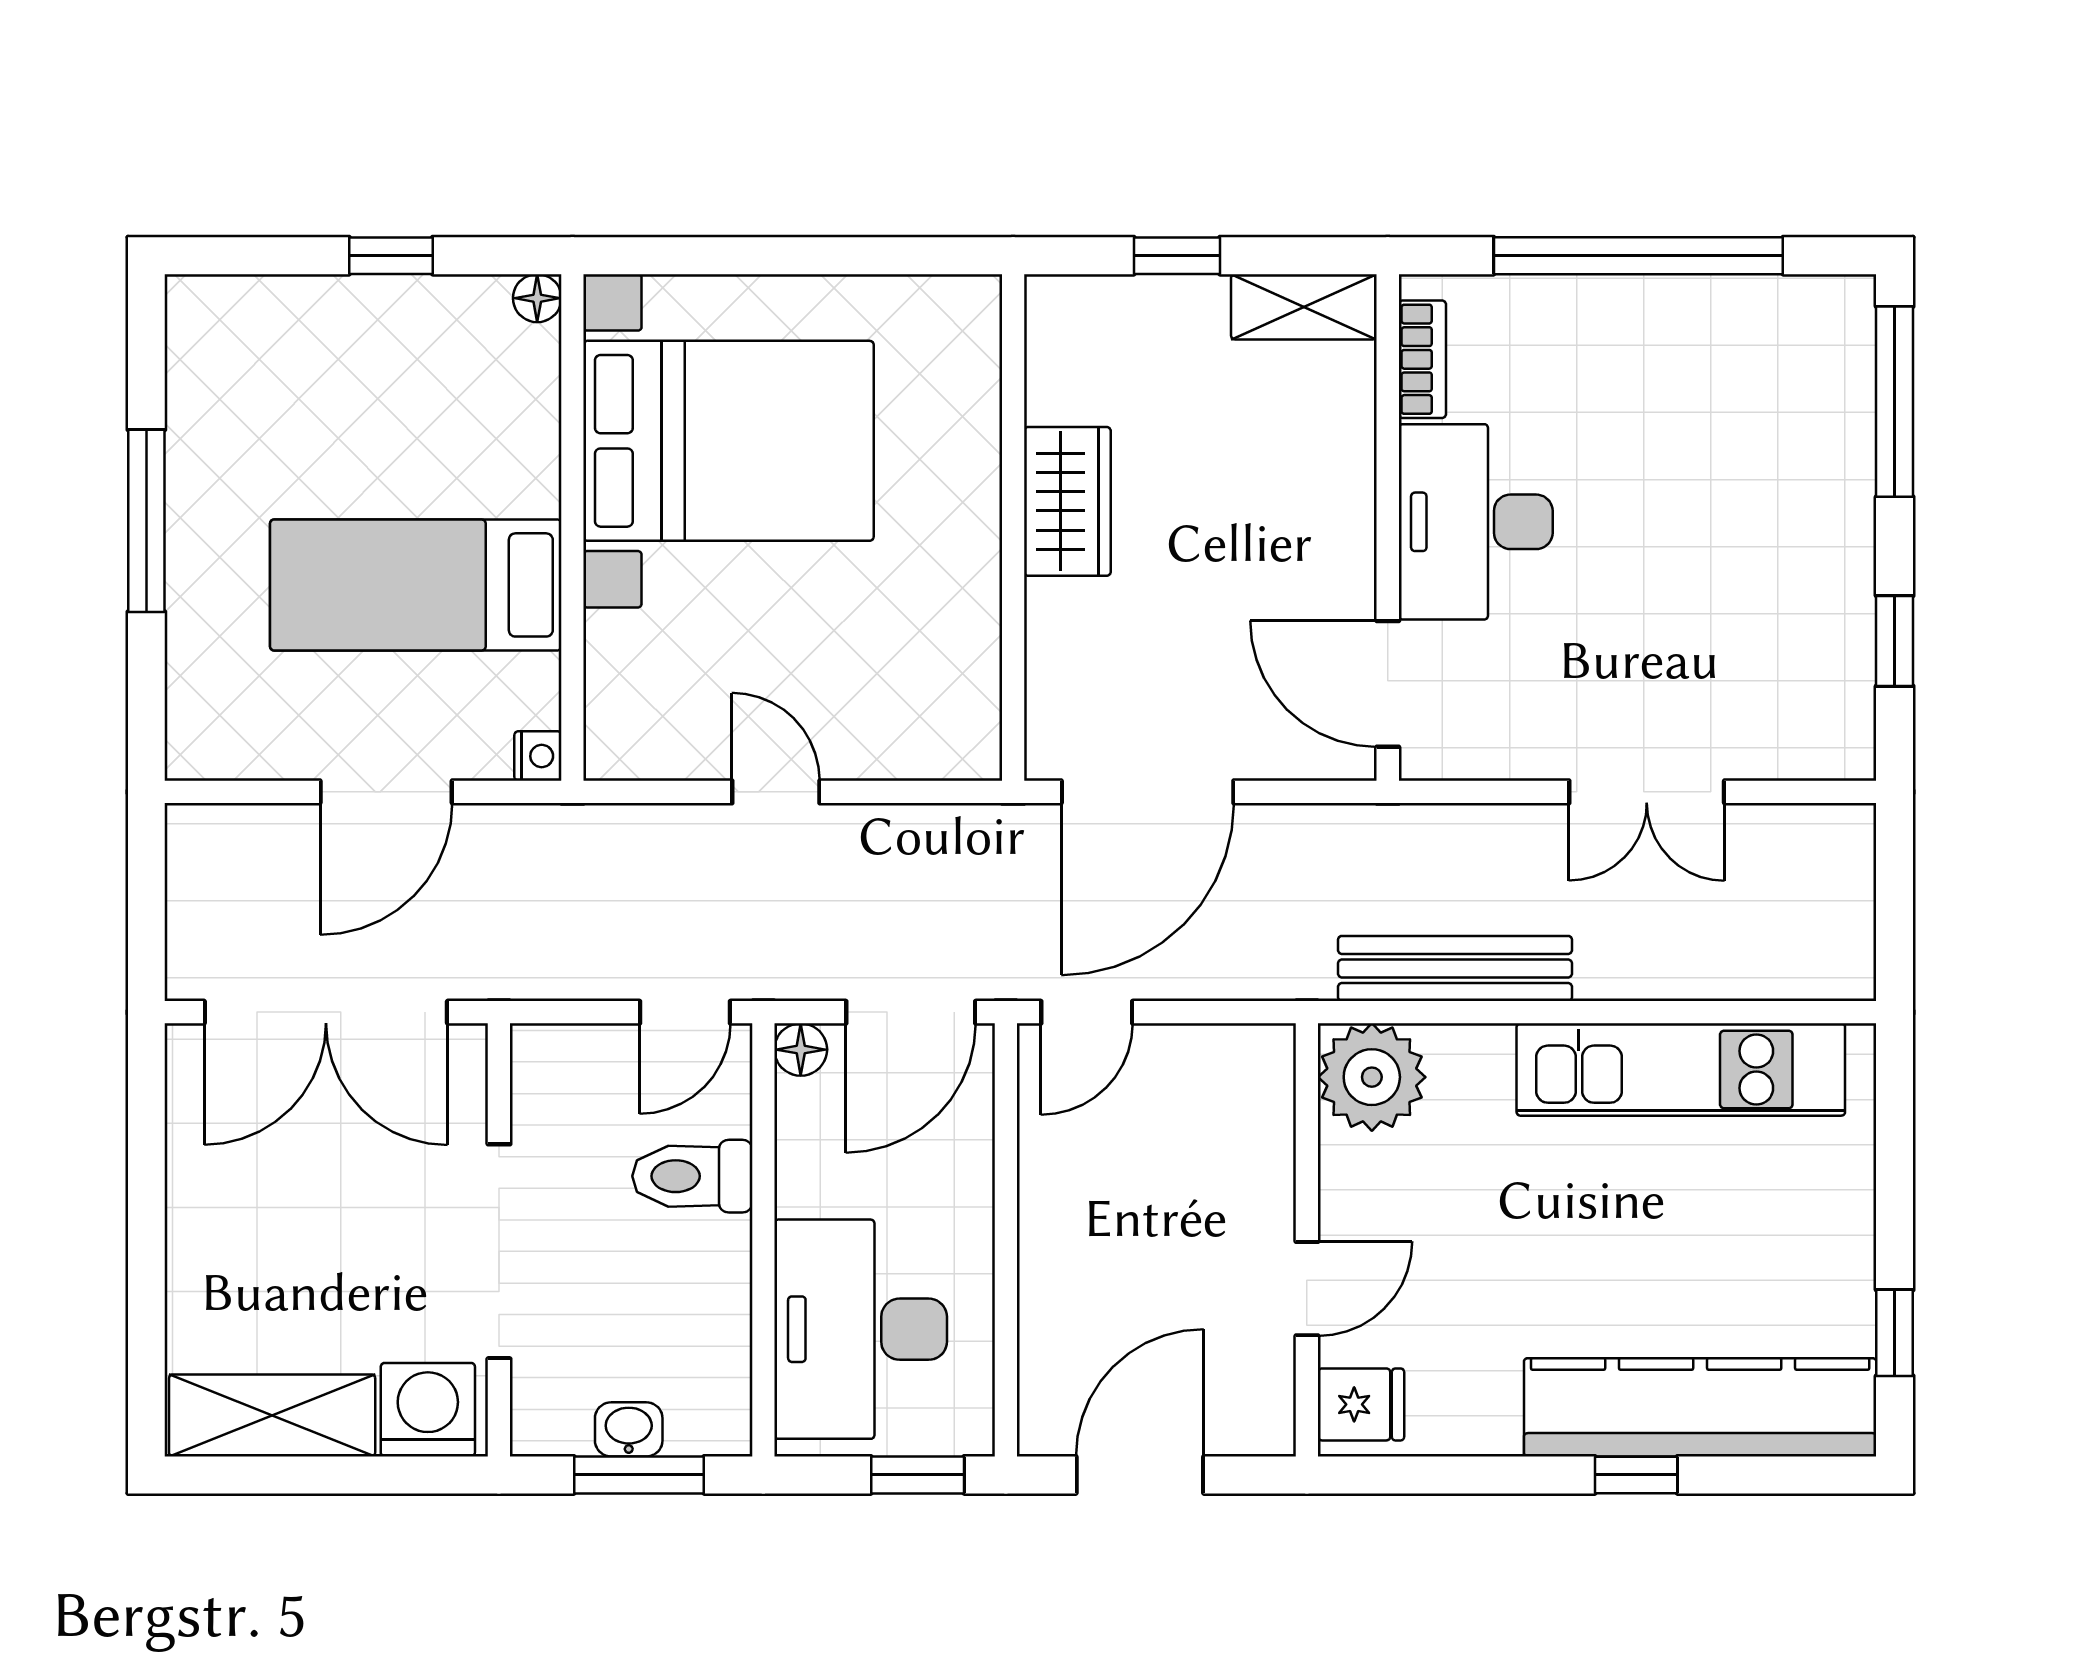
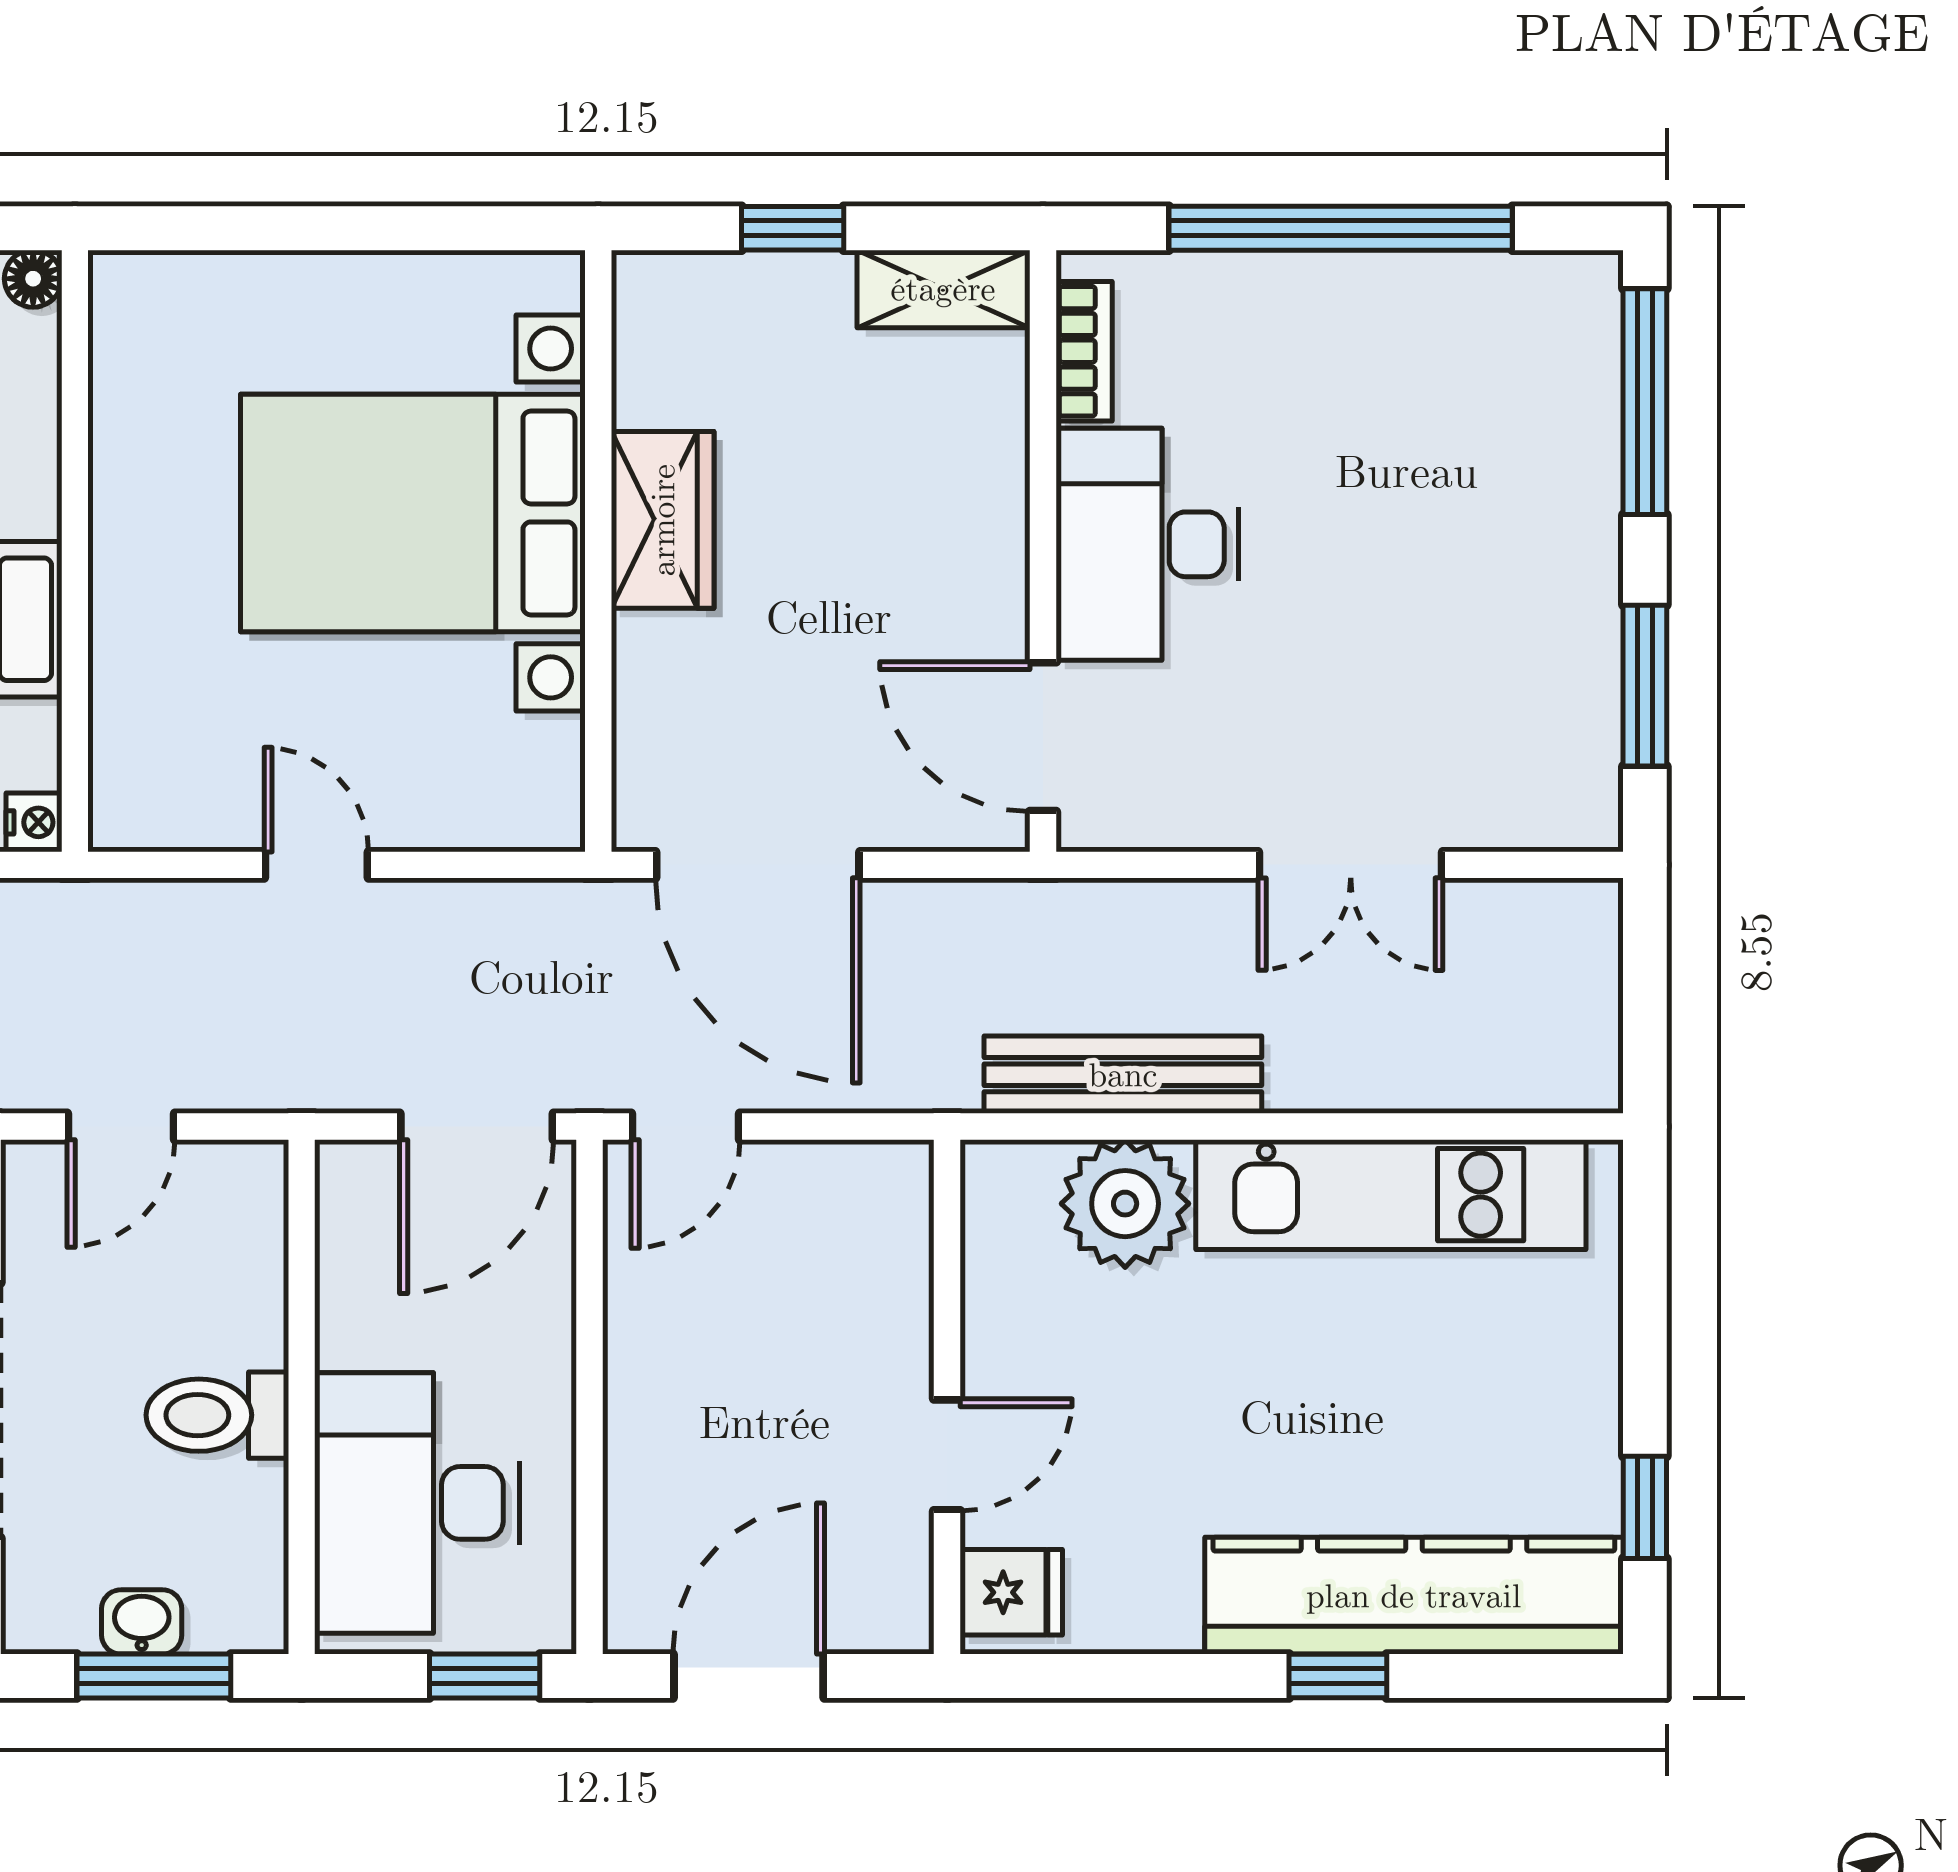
bed with nightstands: (728, 441) -> (413, 513), moved, turned 180
window: (1895, 641) -> (1645, 686), width x1.50
door: (1148, 792) -> (758, 865), hinge flipped
door: (685, 1012) -> (121, 1127), moved
floor lamp: (801, 1050) -> (346, 1171), removed
plant: (1372, 1077) -> (1125, 1204), moved
toilet: (692, 1176) -> (217, 1415), moved

